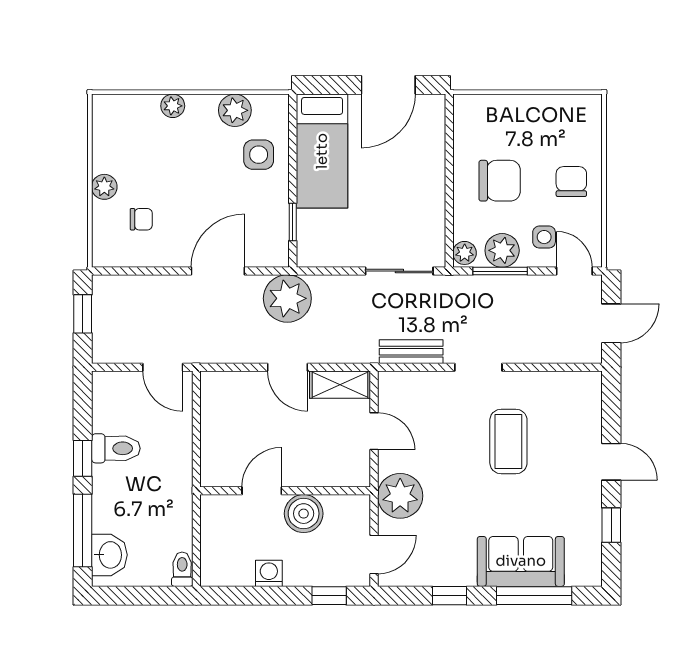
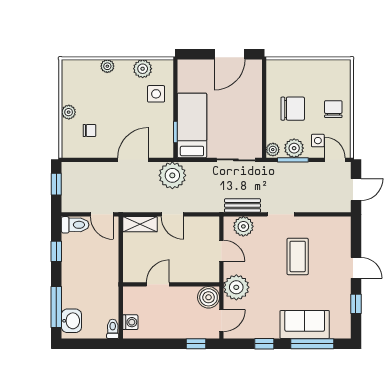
bed: (322, 151) -> (192, 125), moved, turned 180
shelving: (340, 385) -> (140, 224), moved
plant: (413, 388) -> (243, 226), added
toilet: (116, 448) -> (75, 225), moved
window: (83, 458) -> (56, 251), moved
boiler: (304, 514) -> (209, 297), moved
washing machine: (269, 573) -> (130, 322), moved, turned 90

